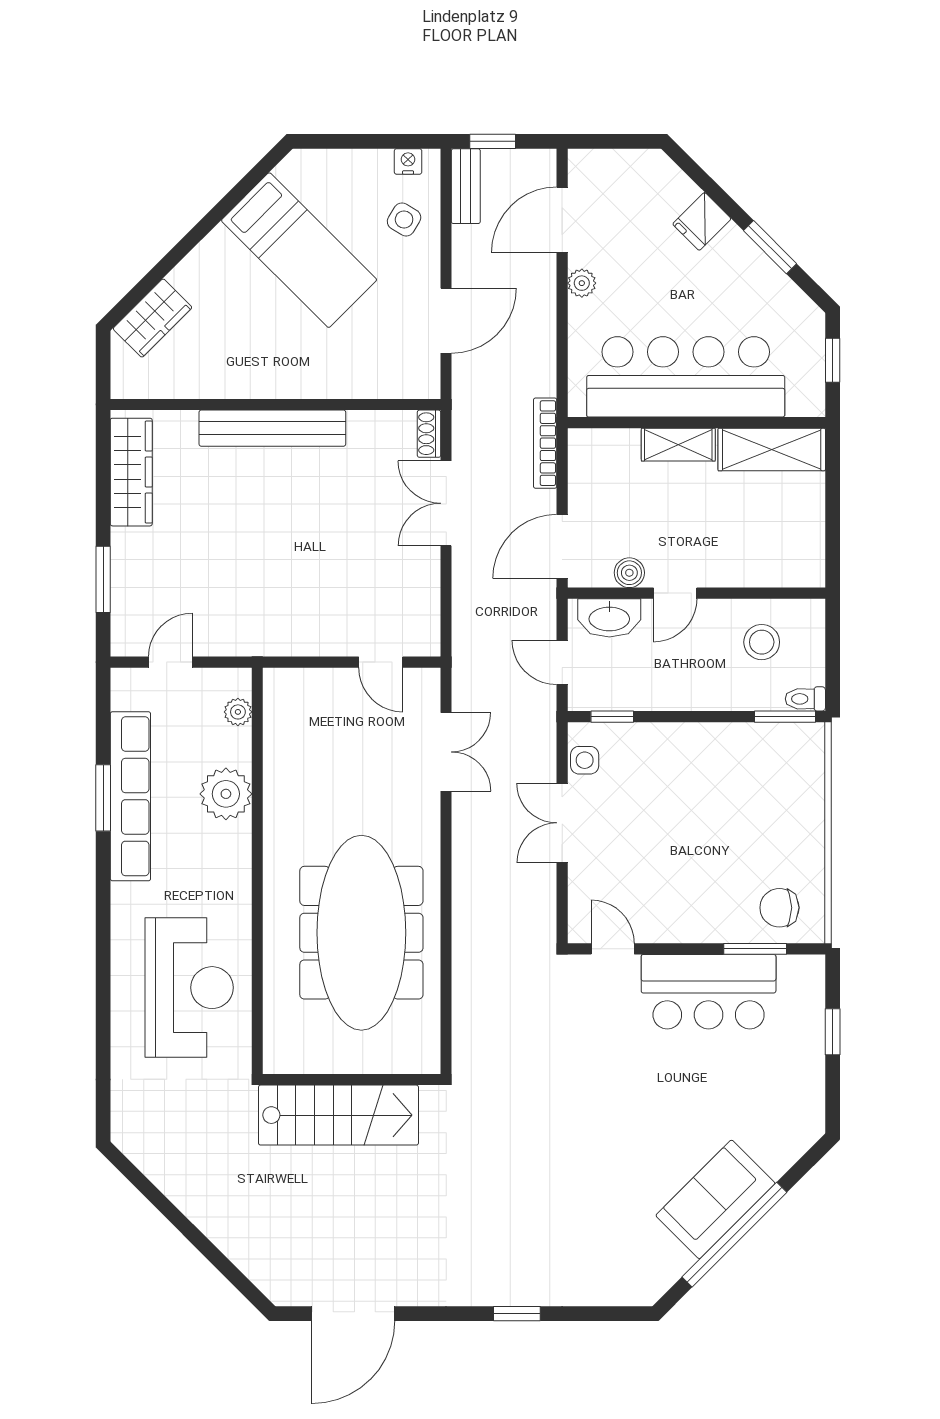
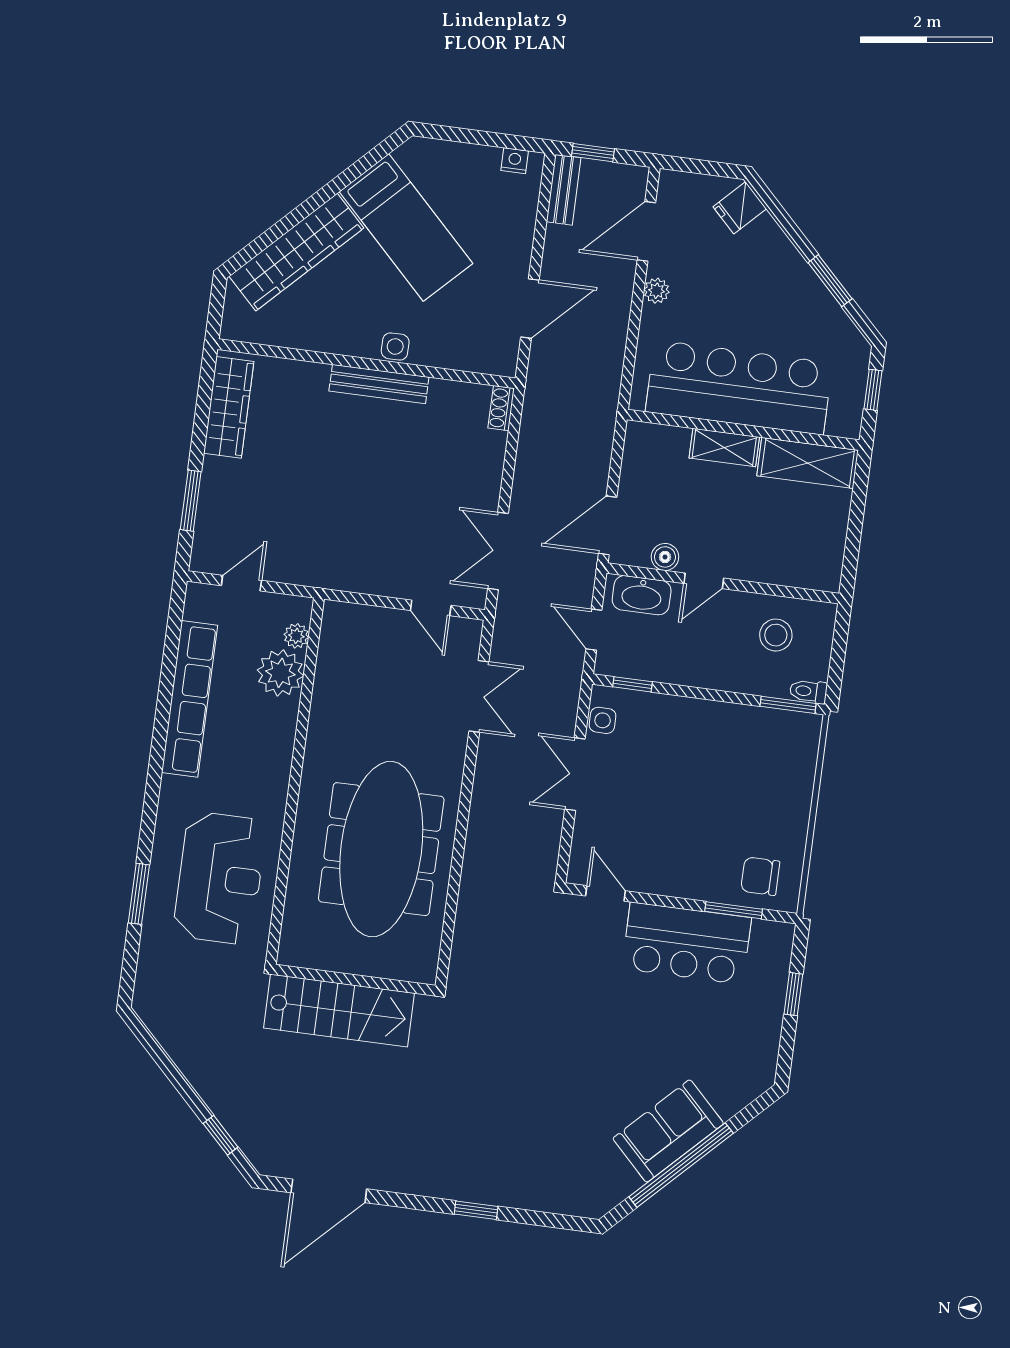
side table: (404, 219) -> (395, 346), moved, turned -31
fridge: (702, 221) -> (740, 208), moved
wardrobe: (153, 318) -> (296, 252), width x2.10, depth x1.17
bench: (272, 428) -> (379, 384), width x0.73, depth x0.82
bookcase: (545, 443) -> (605, 430), removed
double door: (446, 503) -> (498, 551), moved
plant: (226, 794) -> (280, 673), moved
window: (103, 798) -> (139, 894), moved
window: (227, 1268) -> (221, 1135), added

